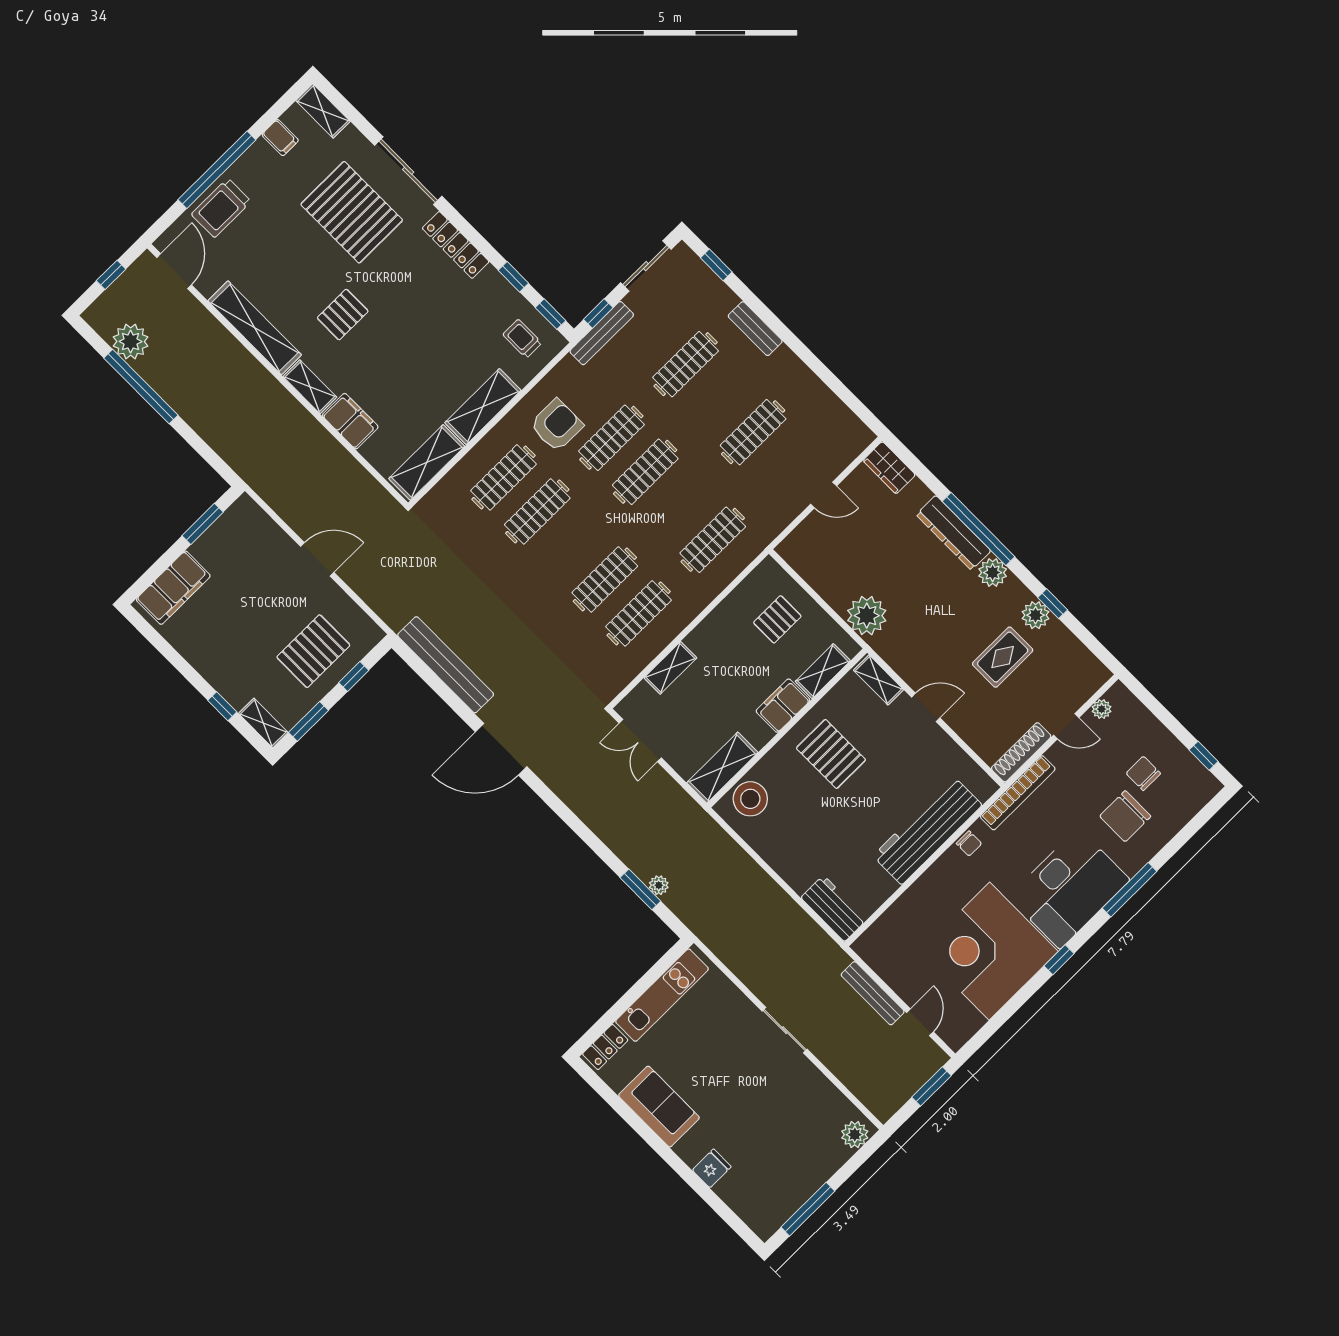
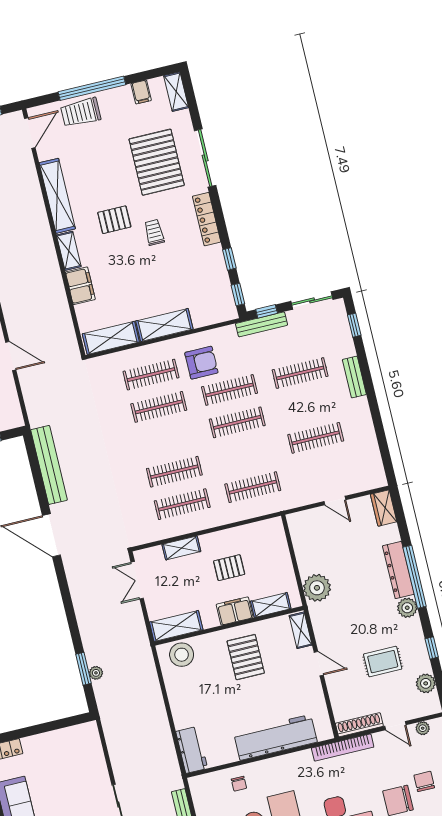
trolley: (522, 339) -> (154, 232), moved
plant: (1036, 615) -> (426, 683), moved
pallet: (777, 619) -> (229, 568), moved
chair: (969, 844) -> (239, 784), moved
kitchen unit: (662, 995) -> (58, 739), removed

